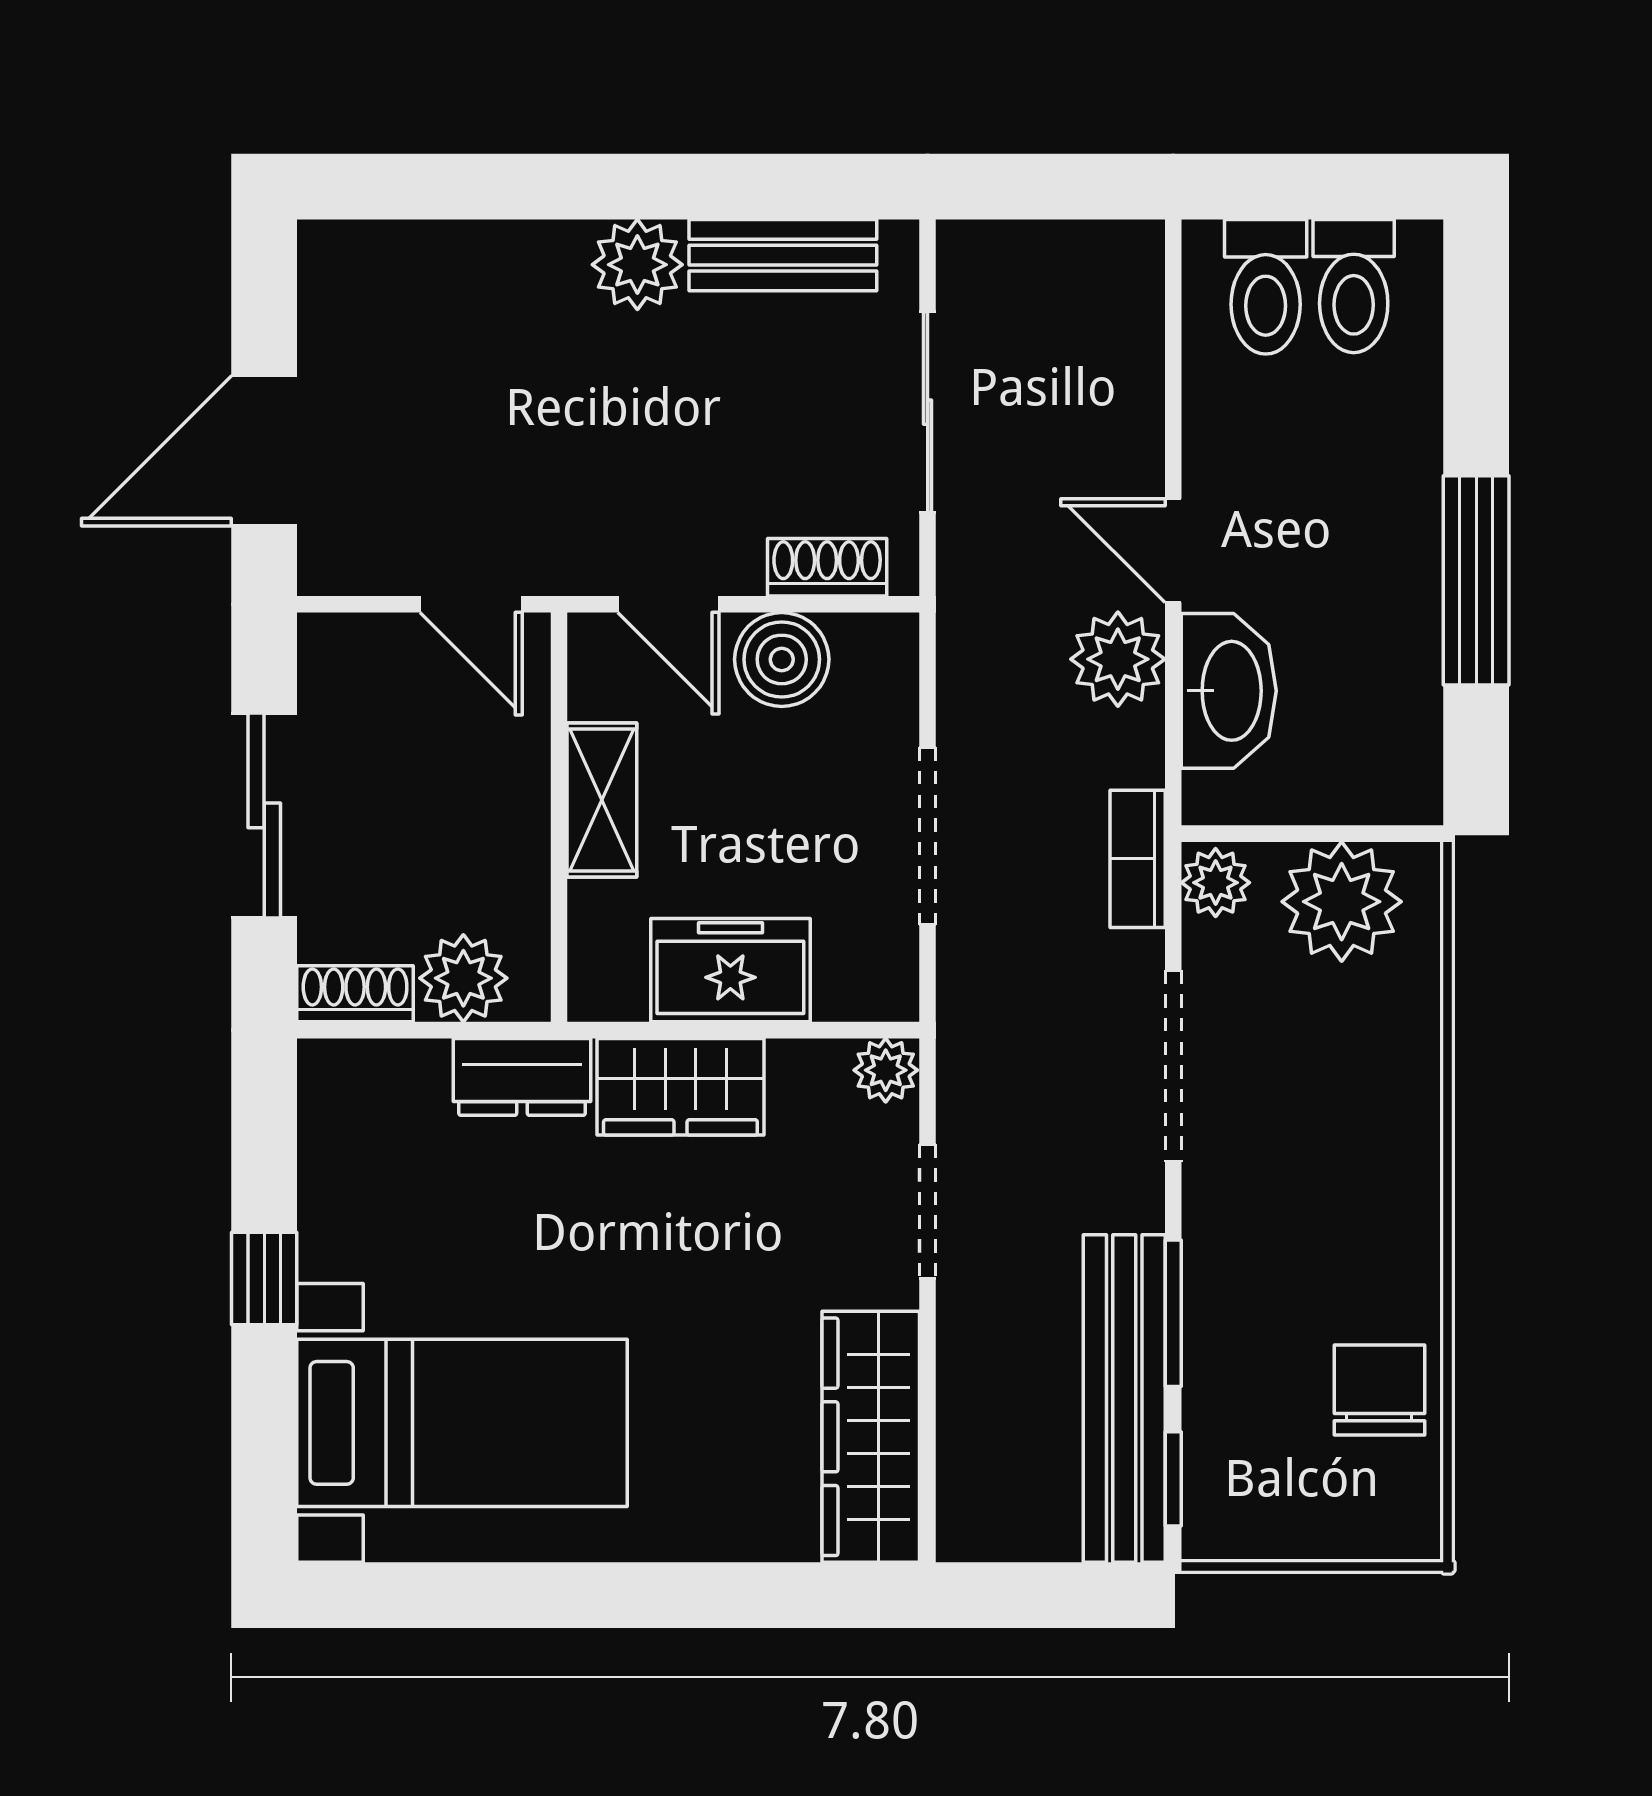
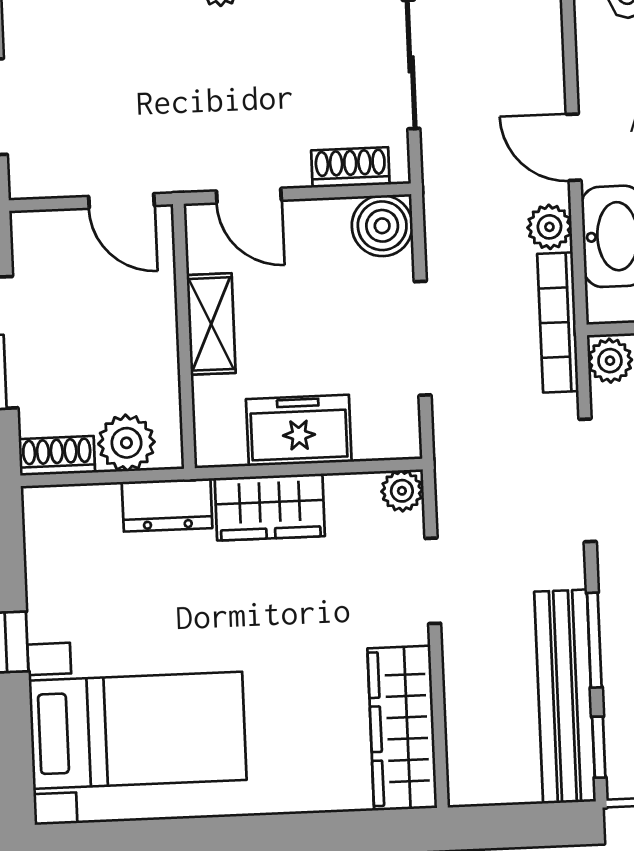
boiler: (782, 659) -> (382, 226), moved
plant: (1118, 659) -> (549, 227), width x0.73, depth x0.73
bookcase: (1138, 859) -> (558, 322), width x1.56

